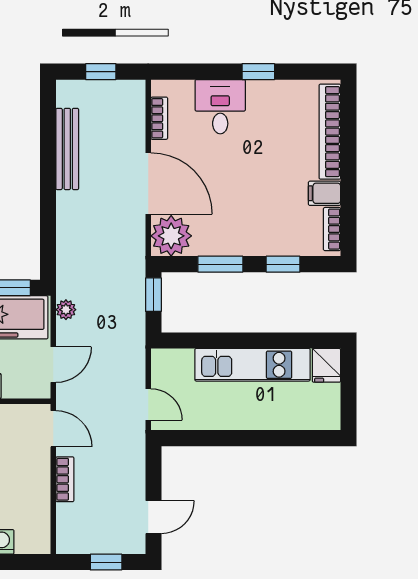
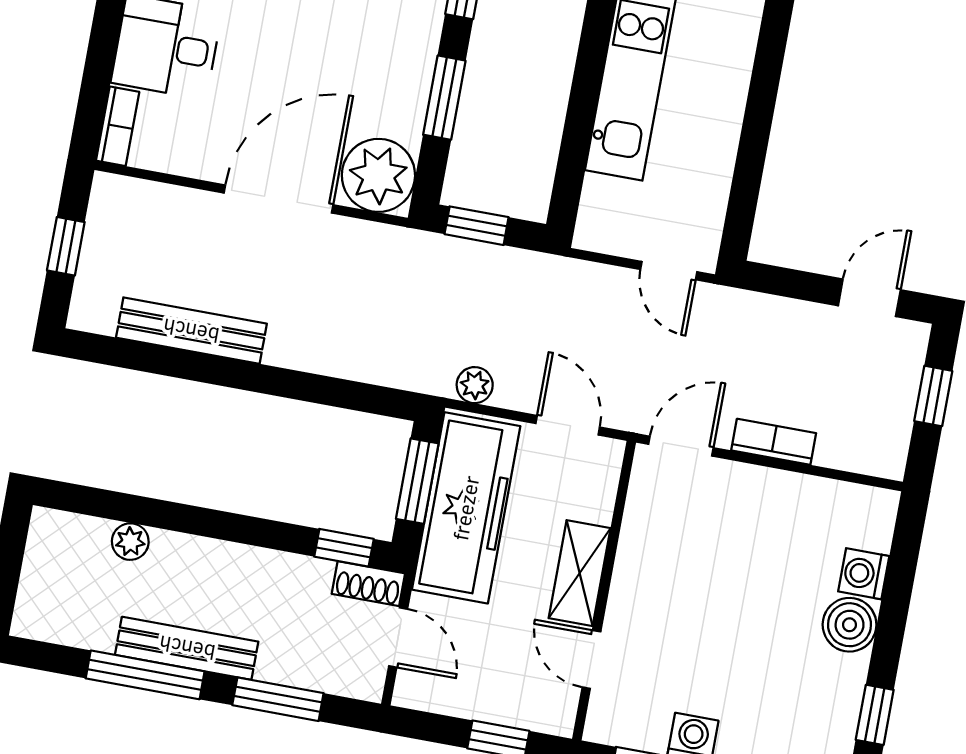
bookcase: (159, 118) -> (118, 126), moved, turned 90
door: (148, 404) -> (669, 271), swing flipped
door: (153, 517) -> (869, 298), hinge flipped

